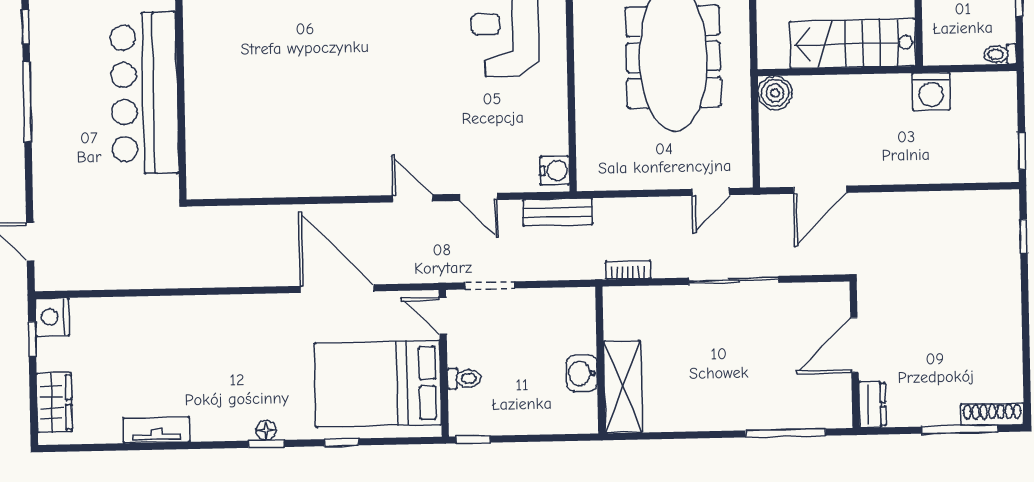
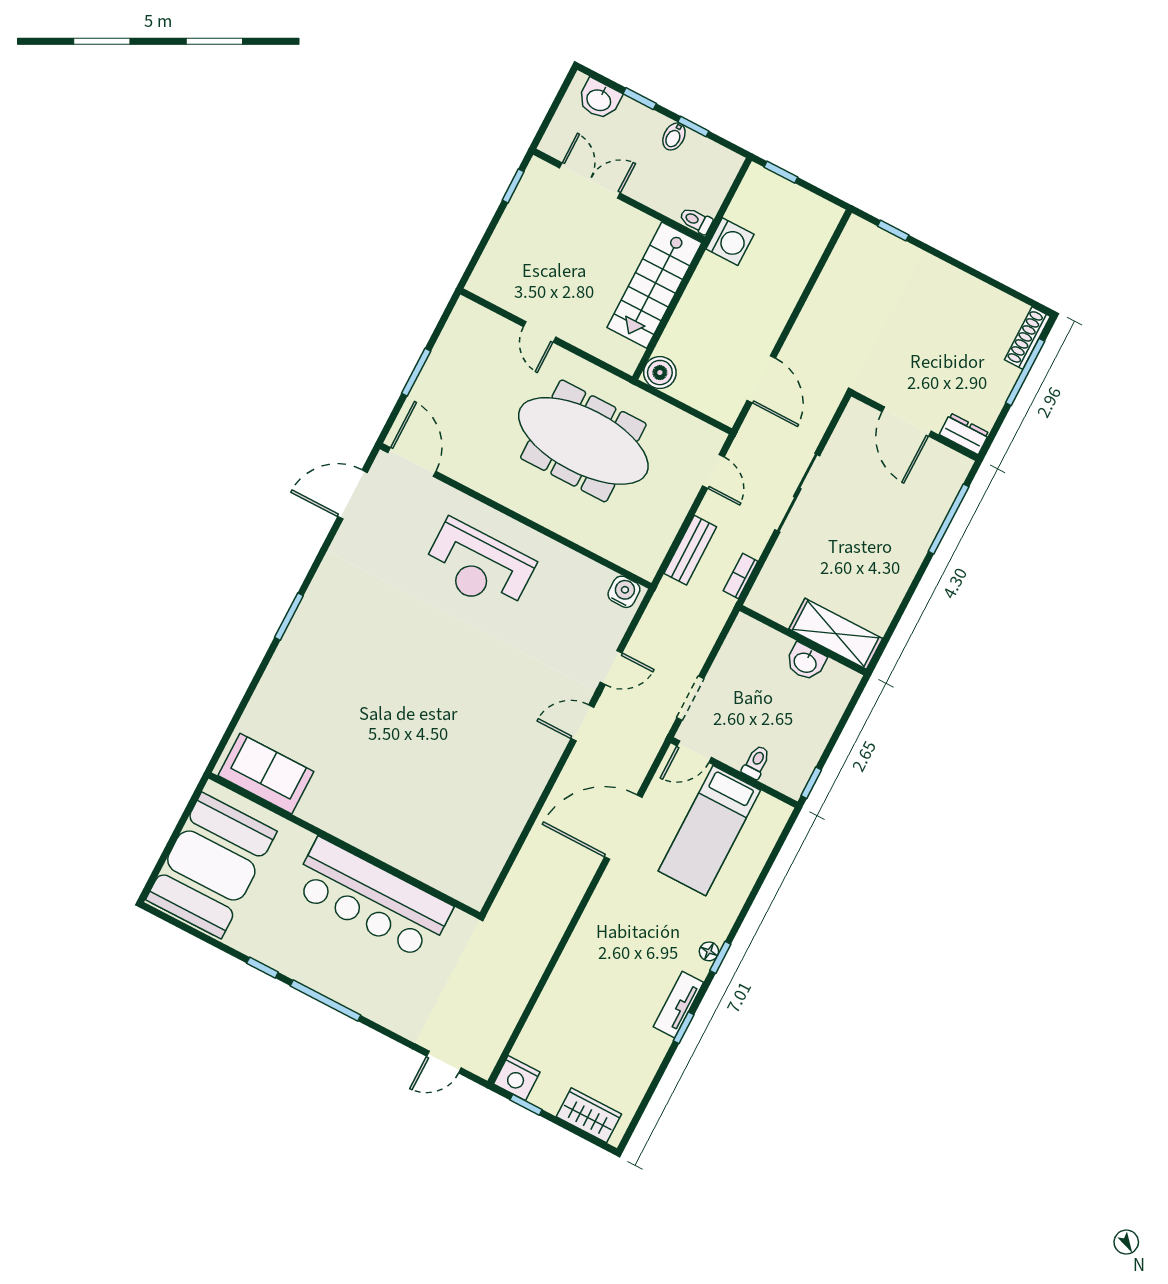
toilet: (1000, 54) -> (696, 220), moved, turned 90
window: (1022, 151) -> (781, 172), moved
bench: (558, 212) -> (690, 550), moved
bed: (378, 384) -> (709, 831), width x0.67
tv unit: (157, 430) -> (678, 1005), moved
window: (342, 442) -> (684, 1028), moved

